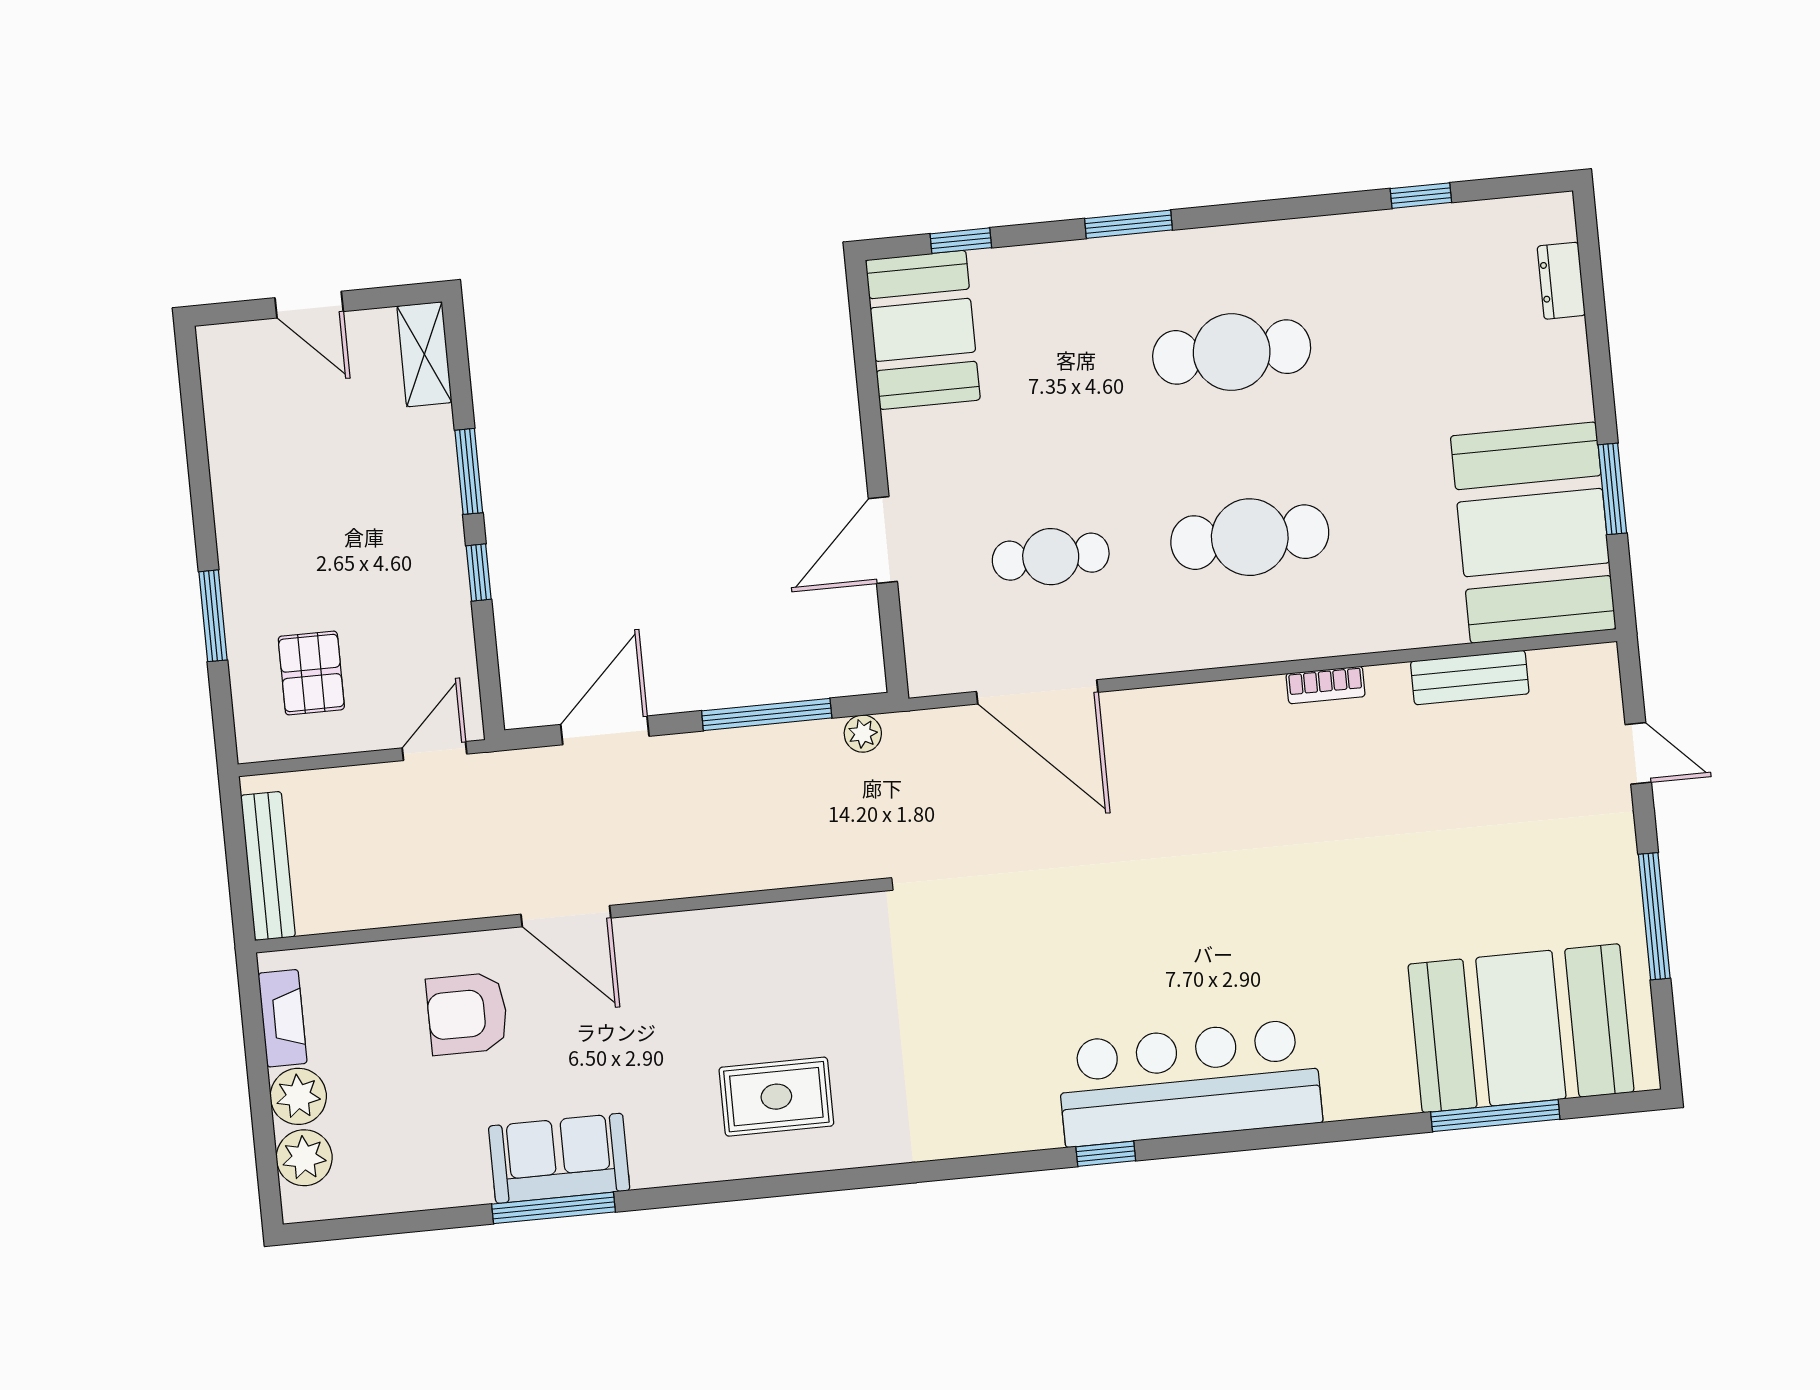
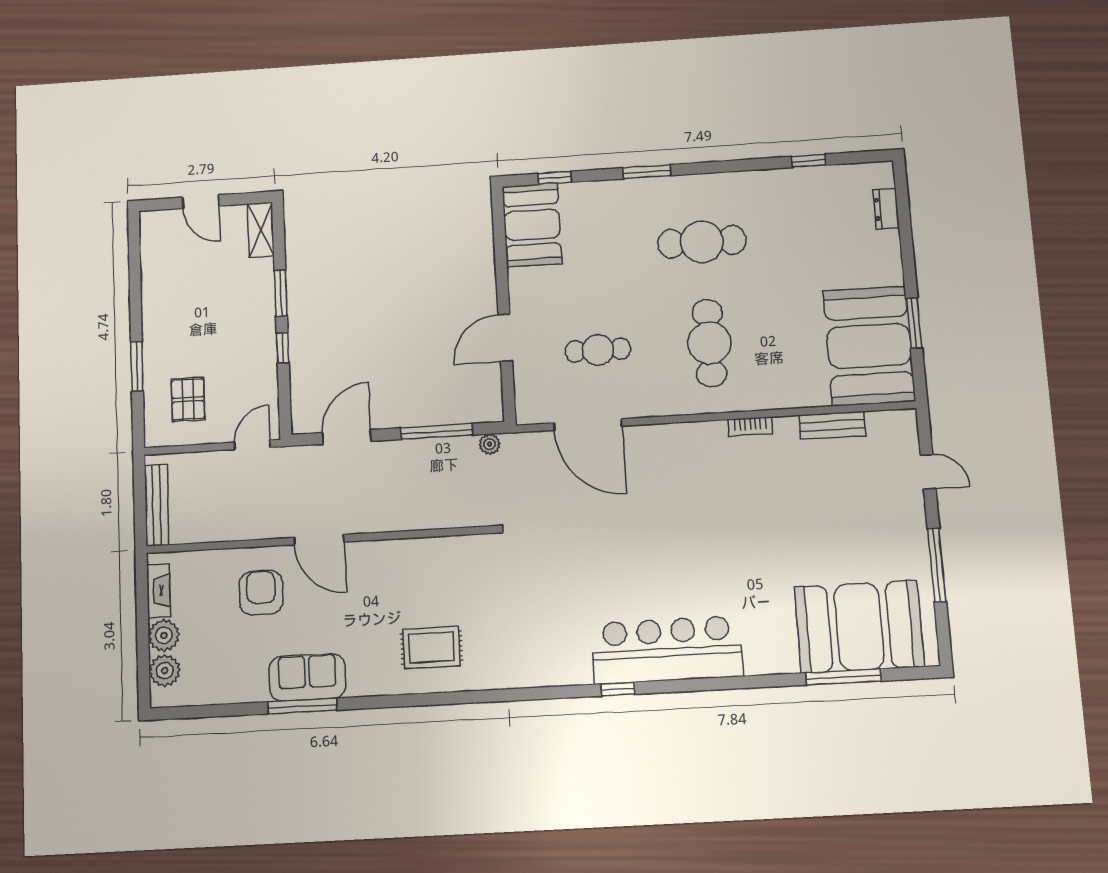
cafe table: (1250, 537) -> (709, 343), turned 90
armchair: (467, 1014) -> (261, 593), turned 90

